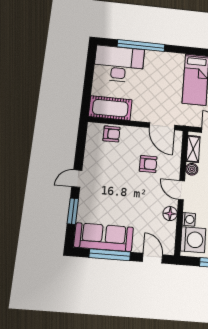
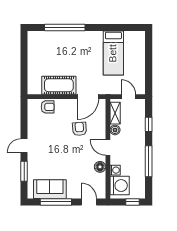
desk: (119, 64) -> (48, 46), removed
cot: (110, 108) -> (59, 85), moved
door: (162, 126) -> (88, 97), hinge flipped
armchair: (148, 164) -> (79, 129), turned -94
sofa: (104, 237) -> (50, 189), width x0.73

